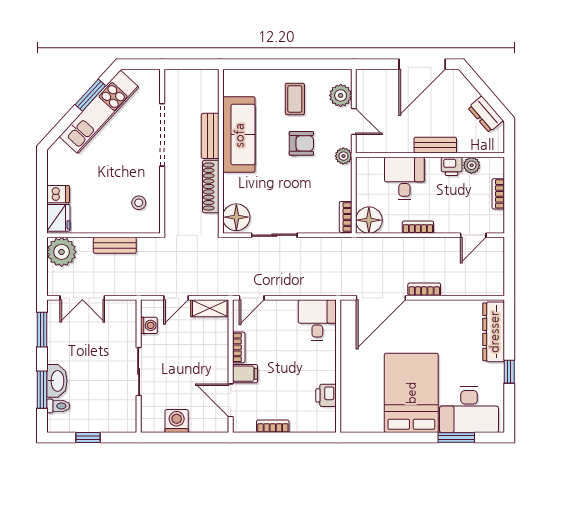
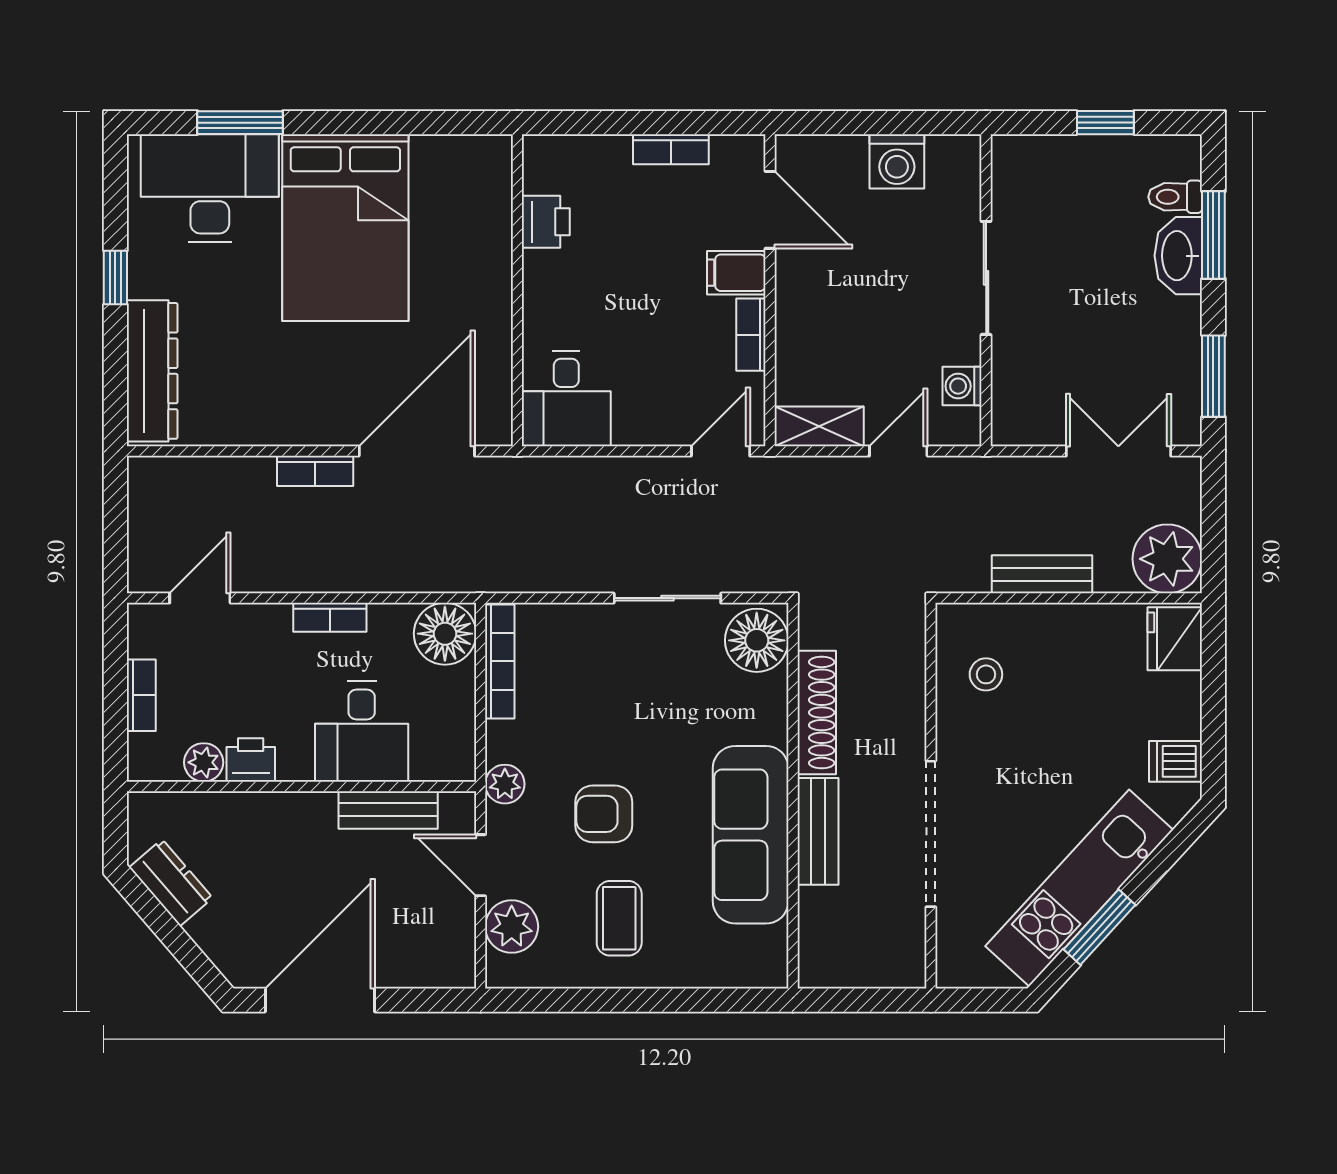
bench: (435, 145) -> (388, 810), moved
dishwasher: (58, 194) -> (1176, 761), moved
bookcase: (346, 217) -> (500, 661), width x1.56

